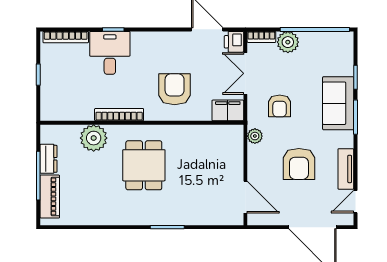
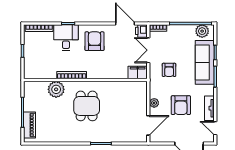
plant: (288, 42) -> (202, 31), moved
armchair: (175, 89) -> (95, 41), moved
sofa: (338, 103) -> (205, 62), width x1.36
plant: (255, 136) -> (154, 103), moved
dresser: (48, 159) -> (29, 102), removed
door: (245, 197) -> (148, 125), hinge flipped
door: (355, 202) -> (215, 128), hinge flipped

